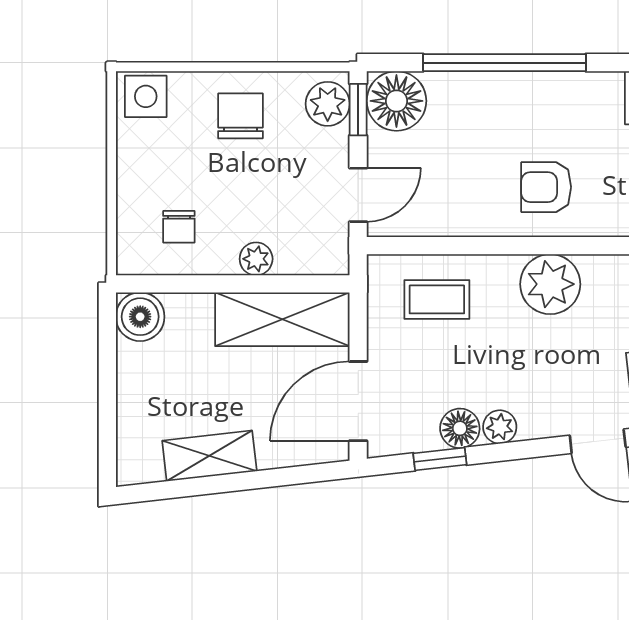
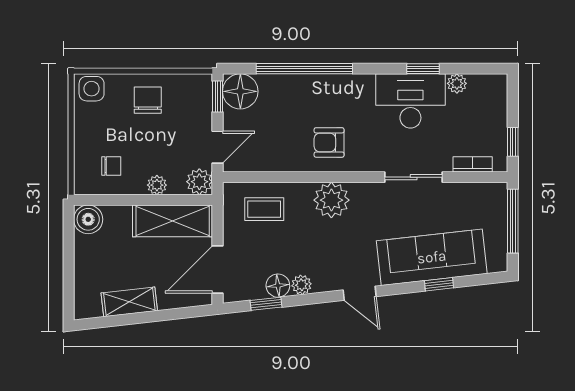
plant: (328, 104) -> (199, 182), moved
chair: (179, 227) -> (111, 166), turned -90

